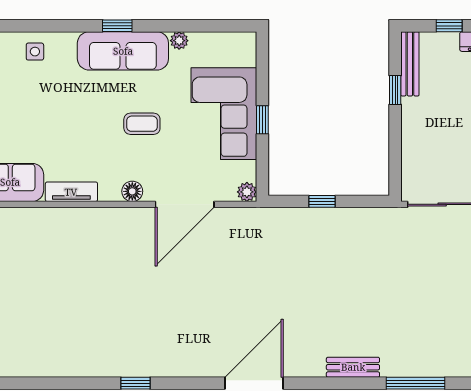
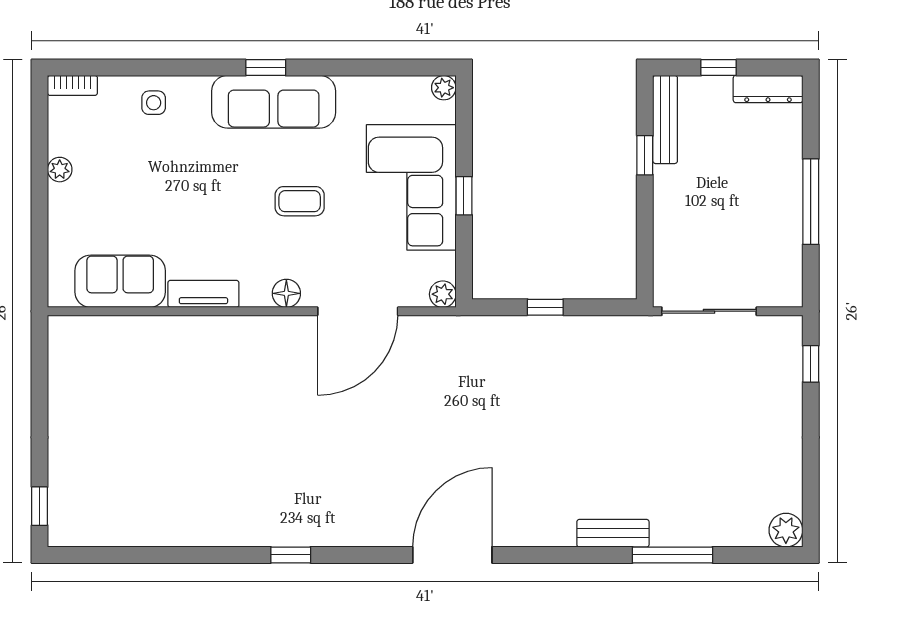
plant: (179, 41) -> (444, 88), moved
bench: (353, 367) -> (613, 533), moved

